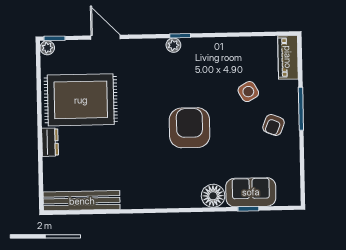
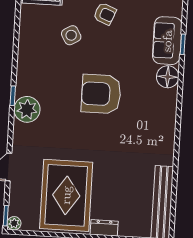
plant: (173, 45) -> (27, 109), width x1.88, depth x1.88

